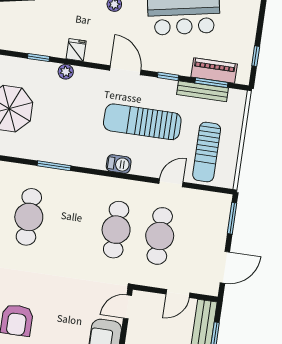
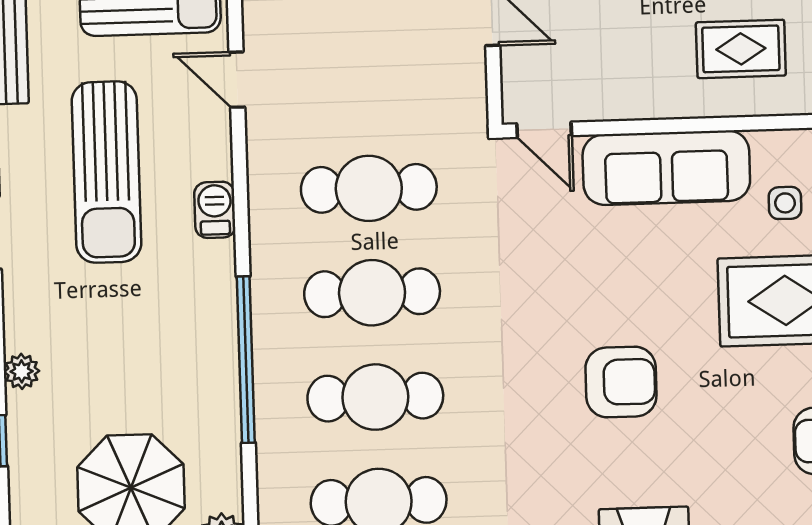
window: (54, 166) -> (246, 360), width x2.11
cafe table: (160, 236) -> (372, 293), moved

